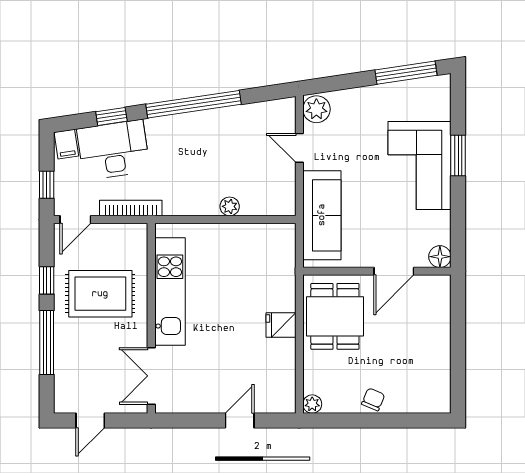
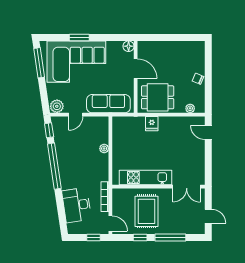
window: (111, 116) -> (49, 130), moved
filing cabinet: (66, 144) -> (74, 228), removed
corner sofa: (420, 165) -> (76, 62), width x1.36, depth x1.36
fridge: (281, 325) -> (152, 124), moved
plant: (312, 404) -> (190, 108), moved
door: (240, 421) -> (208, 132), moved

